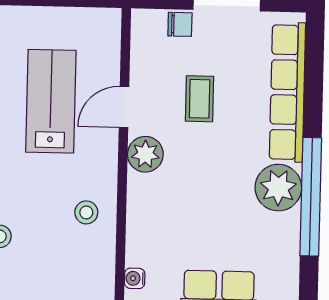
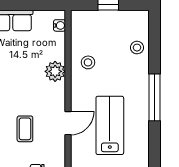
lab bench: (51, 101) -> (110, 125), turned 180
plant: (145, 154) -> (55, 71), moved

